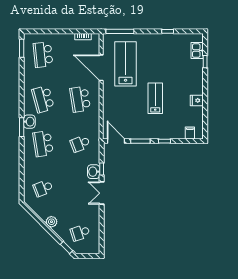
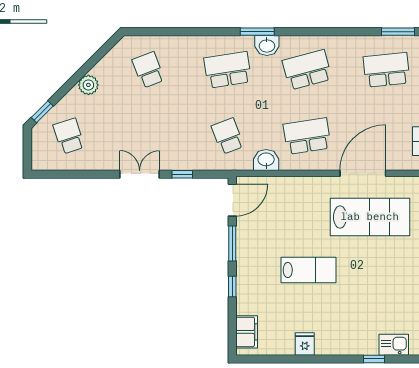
filing cabinet: (190, 133) -> (247, 332), width x2.00
washbasin: (94, 172) -> (266, 160), moved

